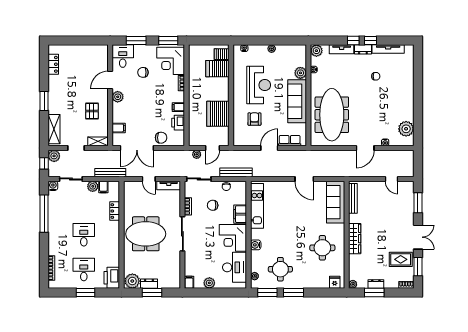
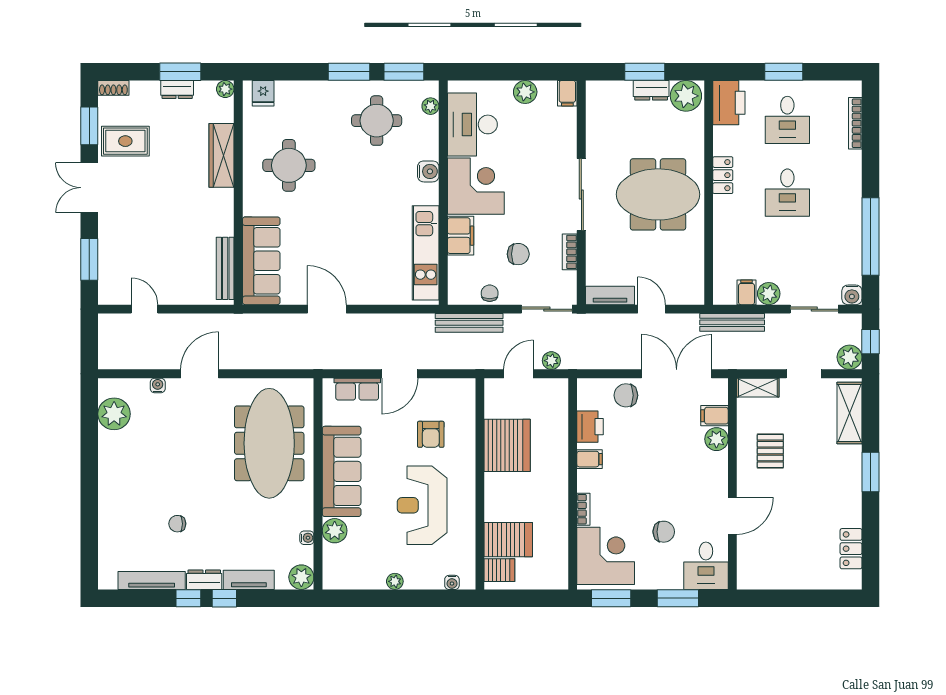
plant: (118, 97) -> (716, 439), moved
locker: (115, 211) -> (723, 175), moved
wardrobe: (355, 239) -> (221, 155), moved

